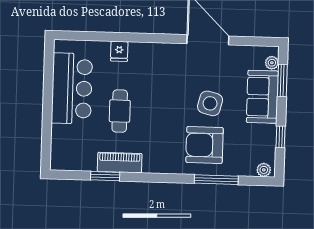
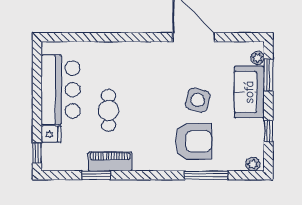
fridge: (119, 51) -> (51, 134), moved, turned -90
armchair: (204, 145) -> (193, 141), turned 180
window: (46, 152) -> (37, 153), added

